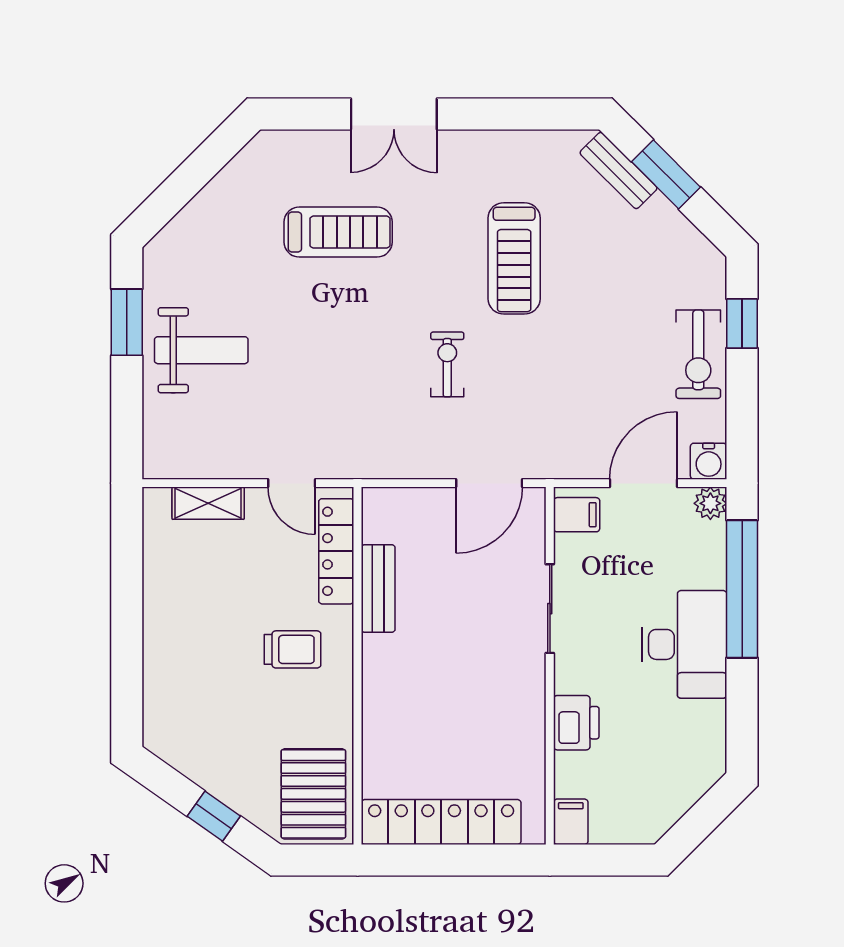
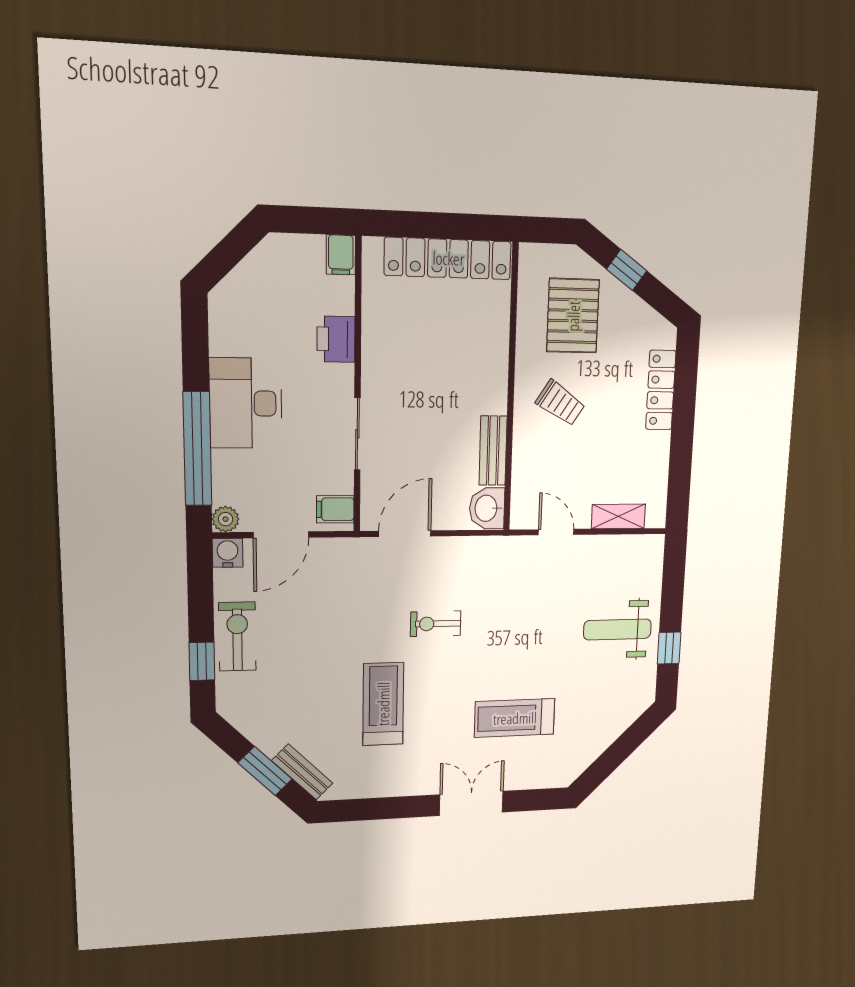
window: (127, 322) -> (669, 648), width x0.67
exercise bike: (447, 364) -> (436, 624), turned 90
washbasin: (384, 515) -> (487, 508), added
locker: (336, 551) -> (661, 390), moved, turned 180
trolley: (292, 649) -> (560, 403), turned -147
pallet: (313, 794) -> (573, 316), moved

